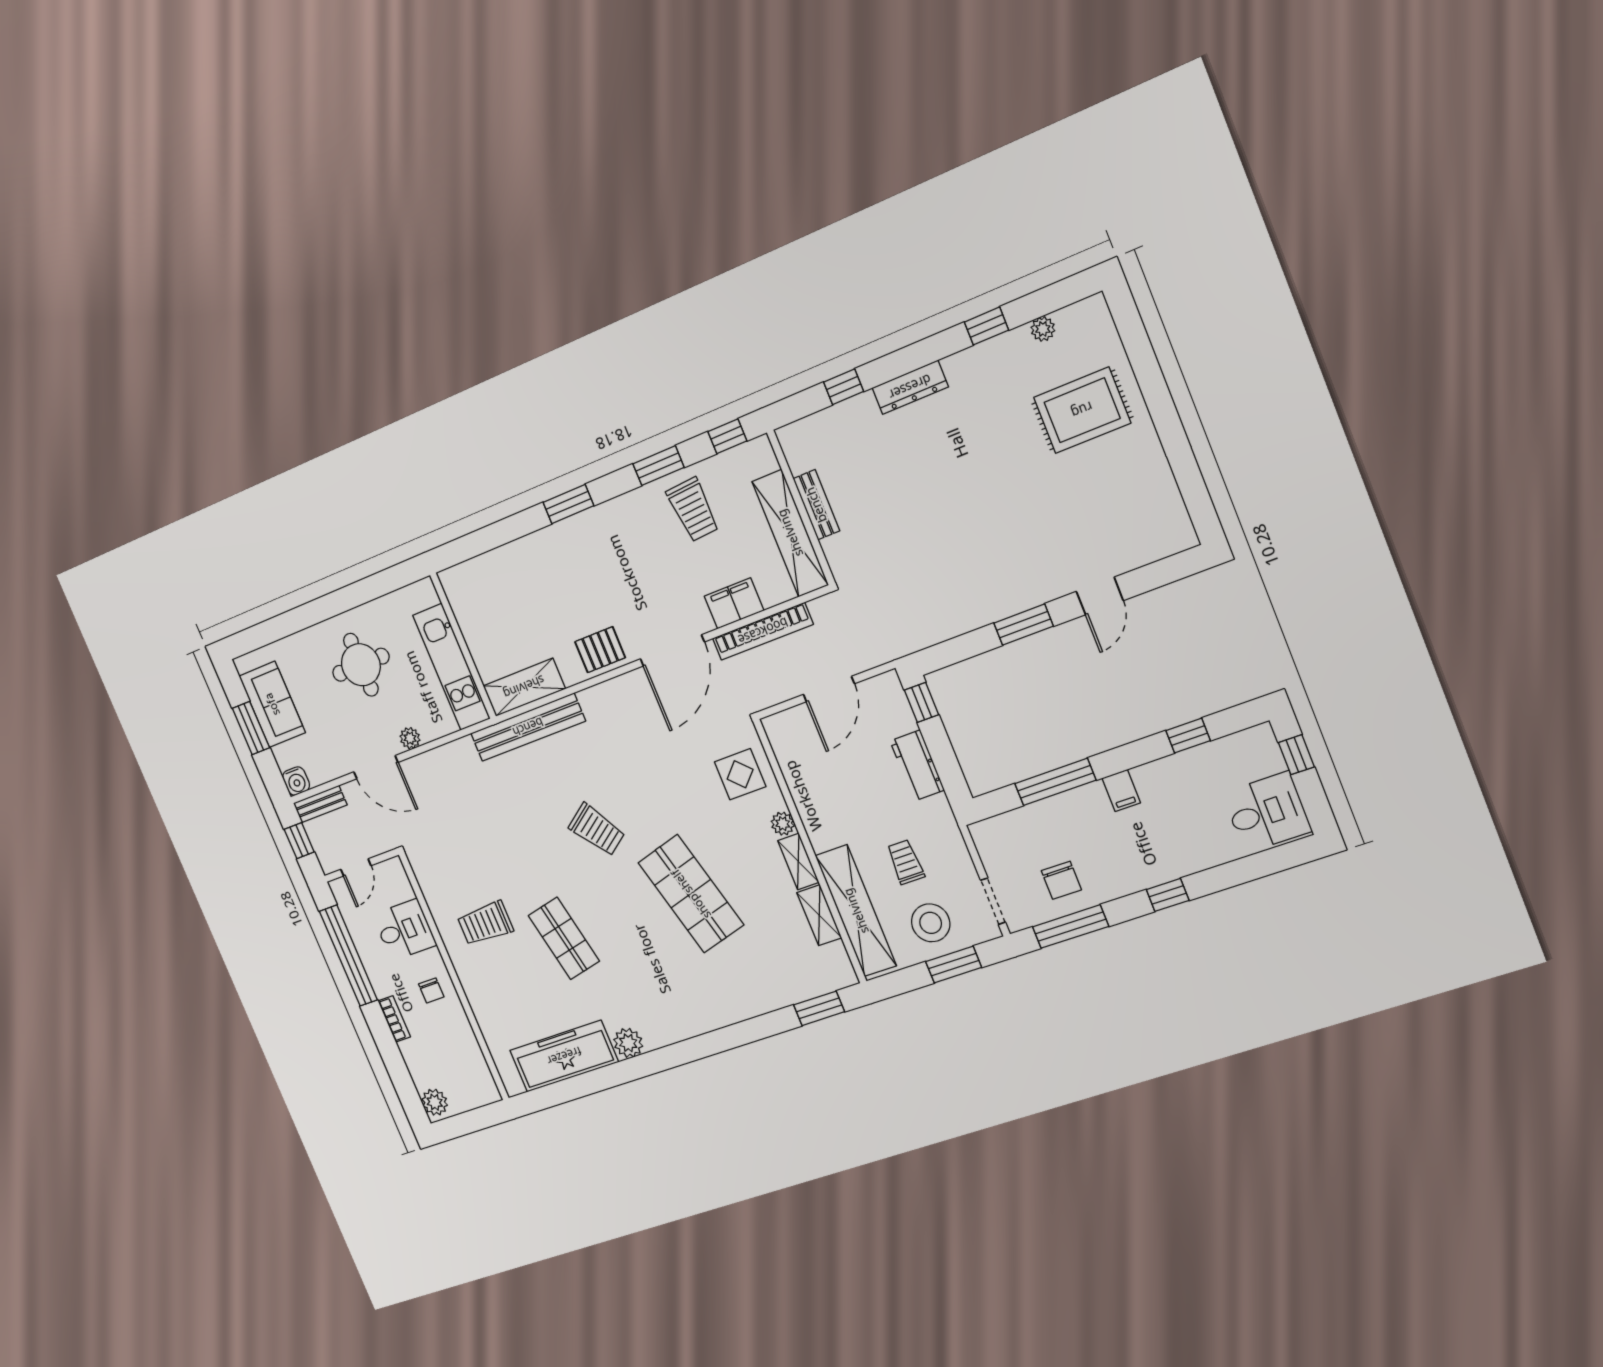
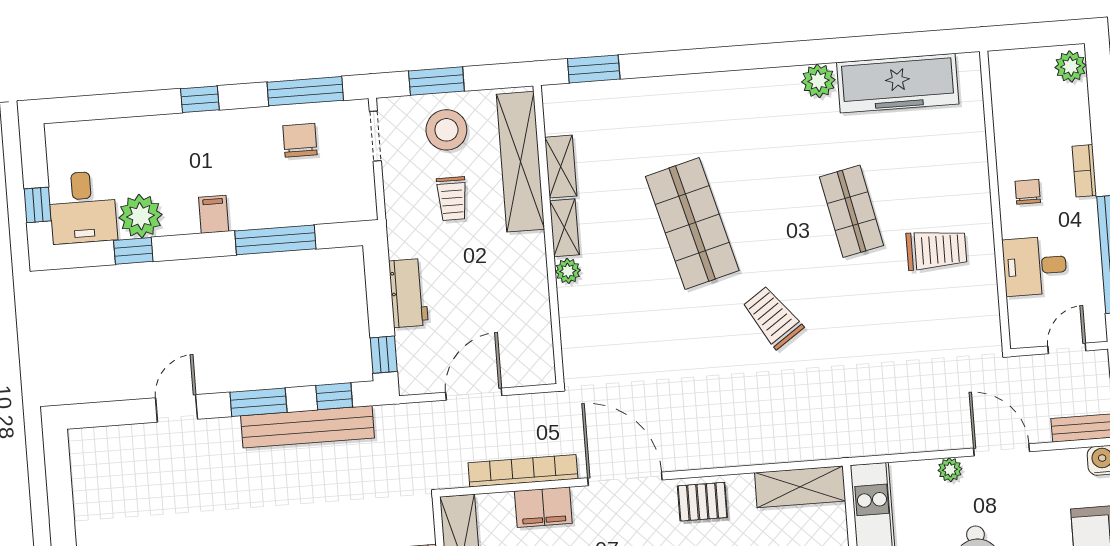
door: (672, 650) -> (625, 479), hinge flipped
window: (955, 651) -> (334, 396), added
bench: (528, 727) -> (308, 427), moved
plant: (1191, 770) -> (141, 216), added
display table: (740, 774) -> (596, 333), removed
desk: (1267, 812) -> (83, 207), moved, turned -90

